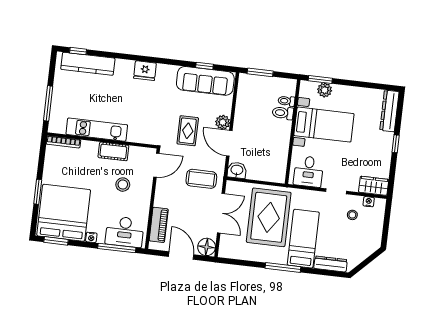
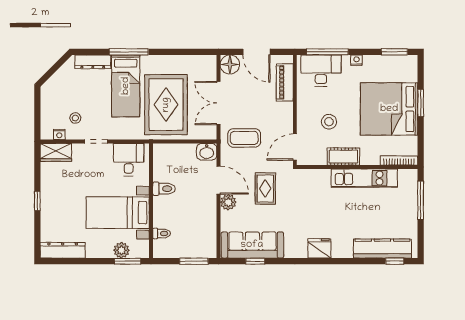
dresser: (389, 111) -> (63, 250), moved, turned -90
toilet: (283, 113) -> (164, 189), moved
bed: (64, 213) -> (389, 109), moved, turned 90
window: (283, 268) -> (129, 52), moved

